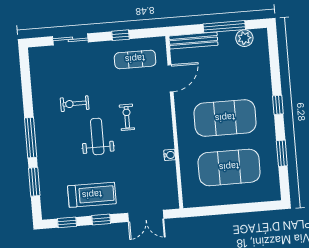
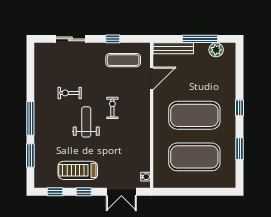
water cooler: (170, 155) -> (145, 177), moved
treadmill: (92, 195) -> (78, 170), turned 180

